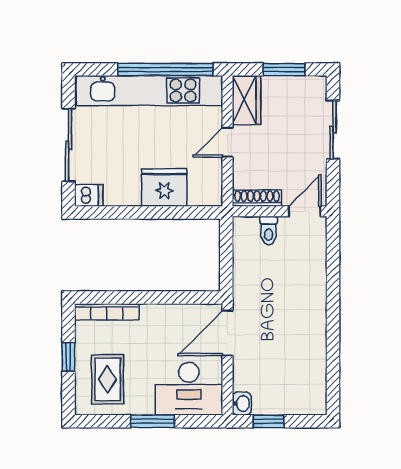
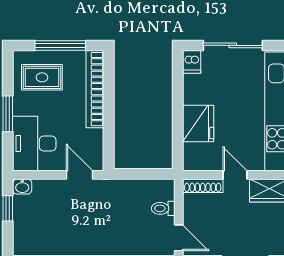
shoe rack: (257, 198) -> (203, 186), moved, turned 90
bookcase: (107, 312) -> (95, 89), width x1.48, depth x1.31
door: (227, 333) -> (80, 175), width x0.73
window: (68, 357) -> (60, 45), width x2.17

